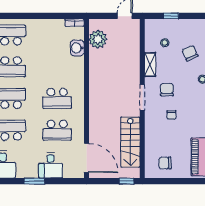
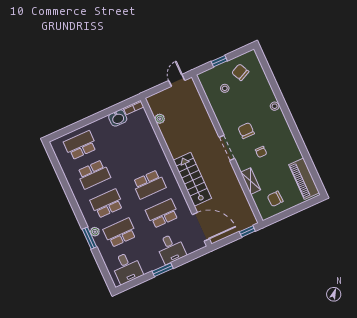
plant: (98, 39) -> (160, 119), width x0.53, depth x0.53
washbasin: (77, 48) -> (118, 118), moved, turned -90
chair: (190, 53) -> (240, 72), moved
shelving: (150, 64) -> (251, 181), moved
school desk: (57, 130) -> (162, 214), turned 180
stairs: (130, 142) -> (192, 179), moved, turned 180

